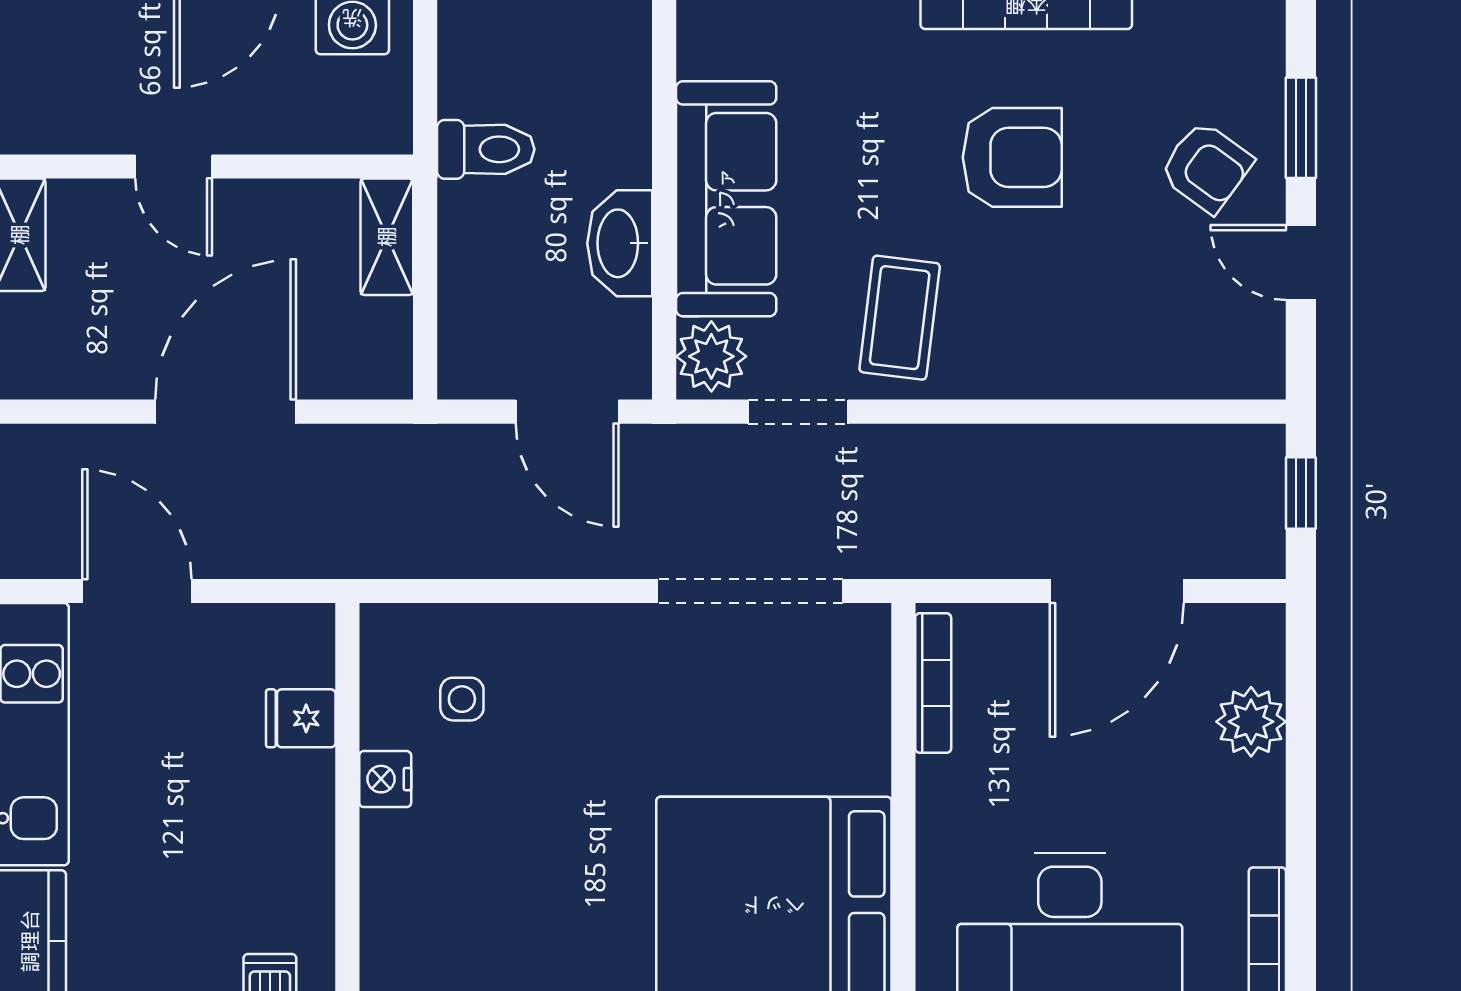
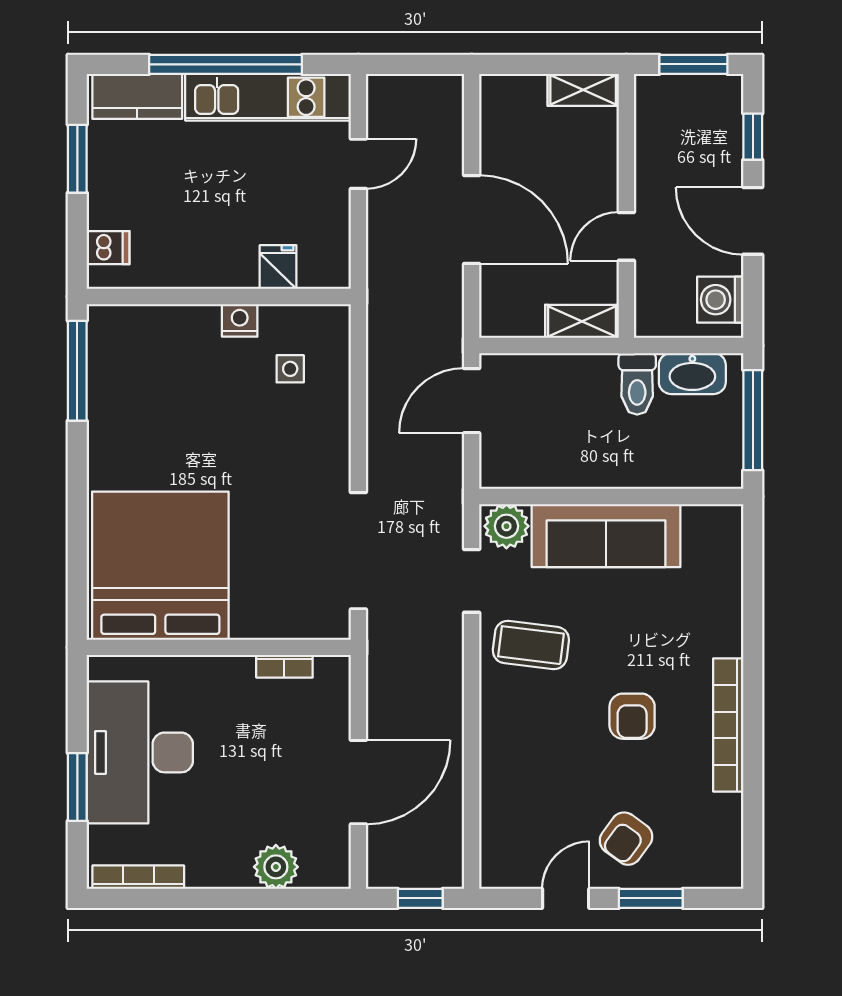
armchair: (1012, 157) -> (632, 716), width x0.72, depth x0.72
door: (174, 167) -> (626, 236), moved
washbasin: (620, 243) -> (692, 374), moved, turned 180
door: (567, 412) -> (472, 401), moved
door: (137, 591) -> (358, 164), width x0.73
door: (1117, 591) -> (358, 782), swing flipped
bookcase: (933, 683) -> (284, 666), width x0.64

